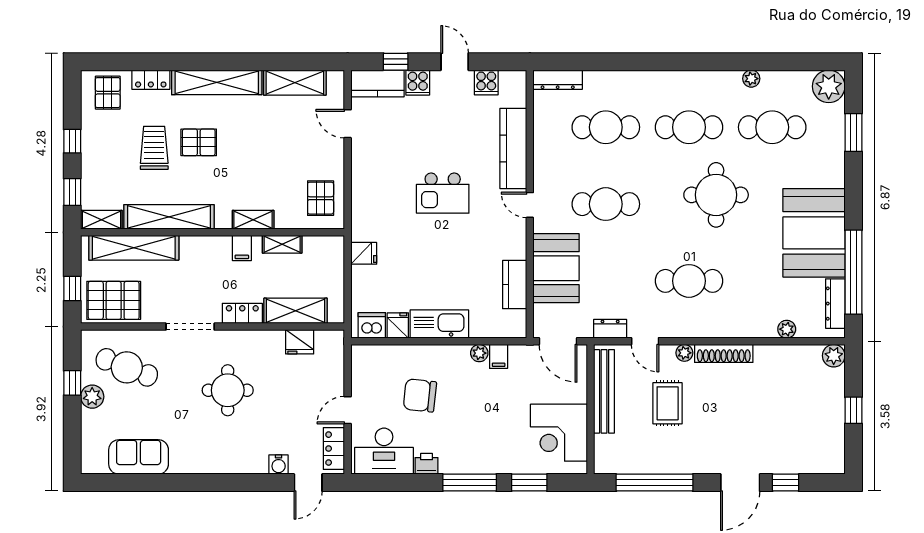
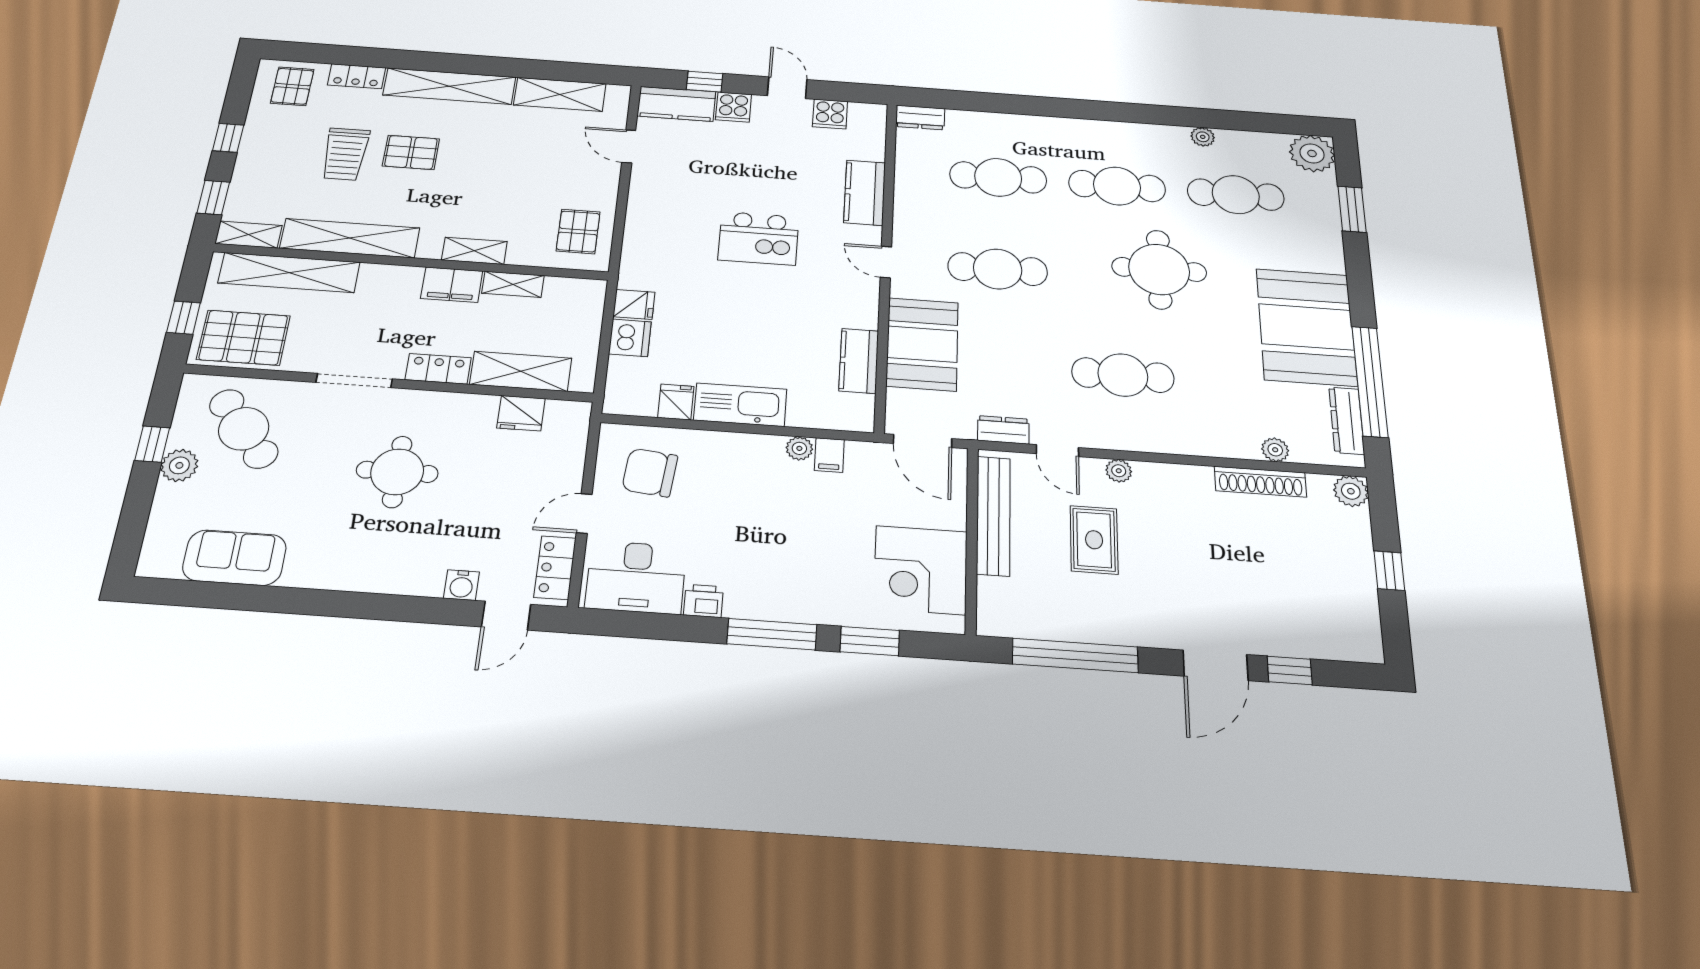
dresser: (558, 80) -> (920, 117), width x0.70
trolley: (154, 148) -> (345, 154), turned 180
kitchen counter: (513, 149) -> (865, 193), width x0.67
filing cabinet: (242, 248) -> (452, 285), width x2.00
dishwasher: (372, 325) -> (630, 338), moved, turned 90
shoe rack: (724, 353) -> (1260, 482), moved
cafe table: (127, 367) -> (244, 429), turned 30
chair: (420, 395) -> (650, 473), moved

